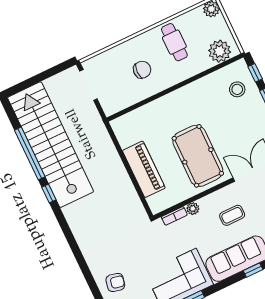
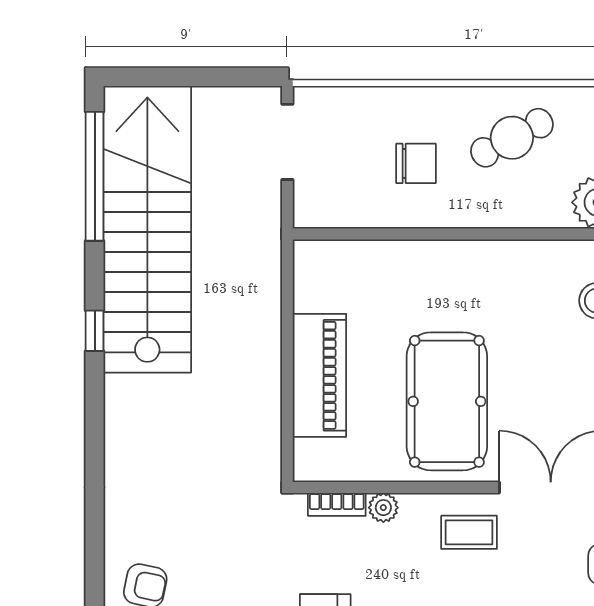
cafe table: (174, 42) -> (512, 138), turned 62
window: (30, 153) -> (95, 176), moved
coffee table: (232, 215) -> (469, 532), moved

